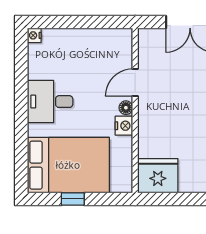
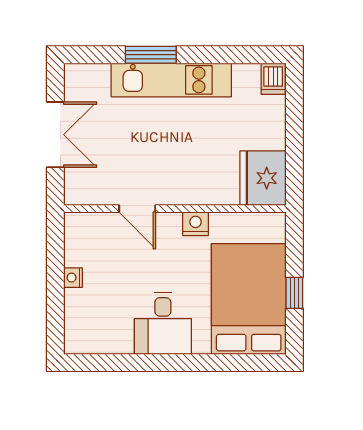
nightstand: (34, 35) -> (73, 278), moved, turned 90
floor lamp: (126, 108) -> (171, 221), removed

